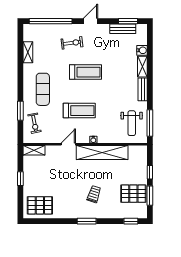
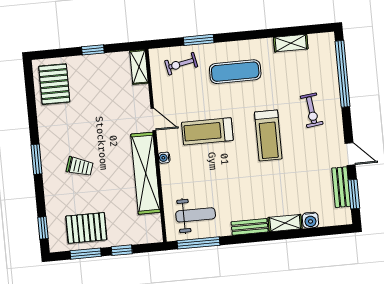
door: (90, 21) -> (350, 154), moved
treadmill: (79, 111) -> (207, 131), turned 90
weight bench: (132, 123) -> (196, 215), turned 180
pallet: (133, 194) -> (86, 228), turned 90

